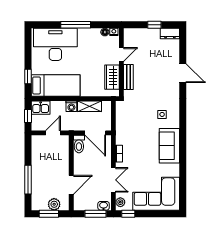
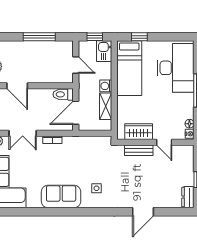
window: (28, 180) -> (39, 37), moved

